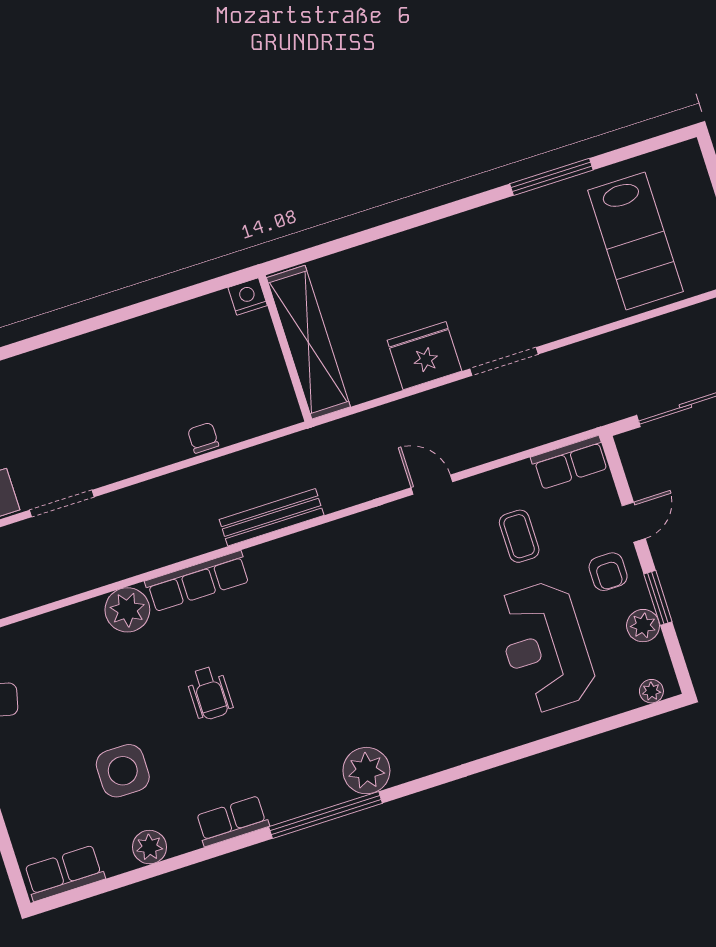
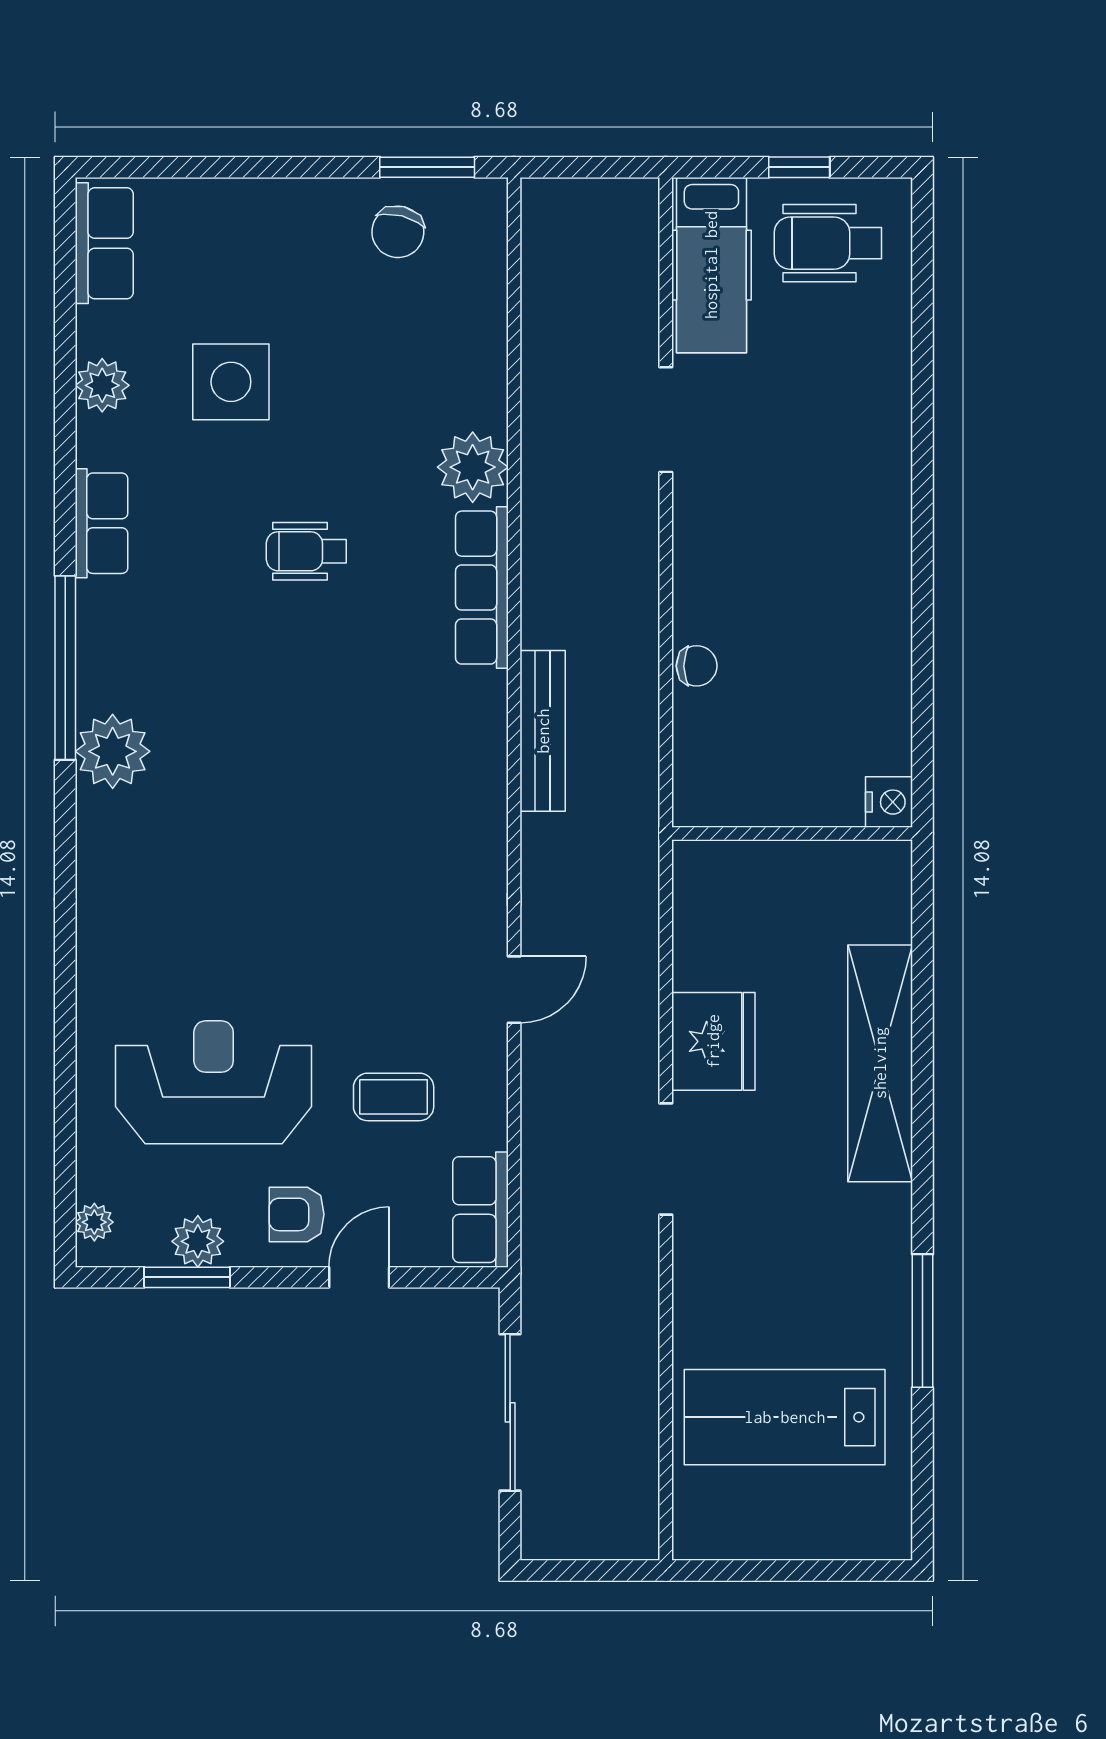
shelving: (308, 342) -> (880, 1063), moved, turned 90
door: (634, 522) -> (359, 1277), swing flipped
window: (658, 598) -> (187, 1277), moved

